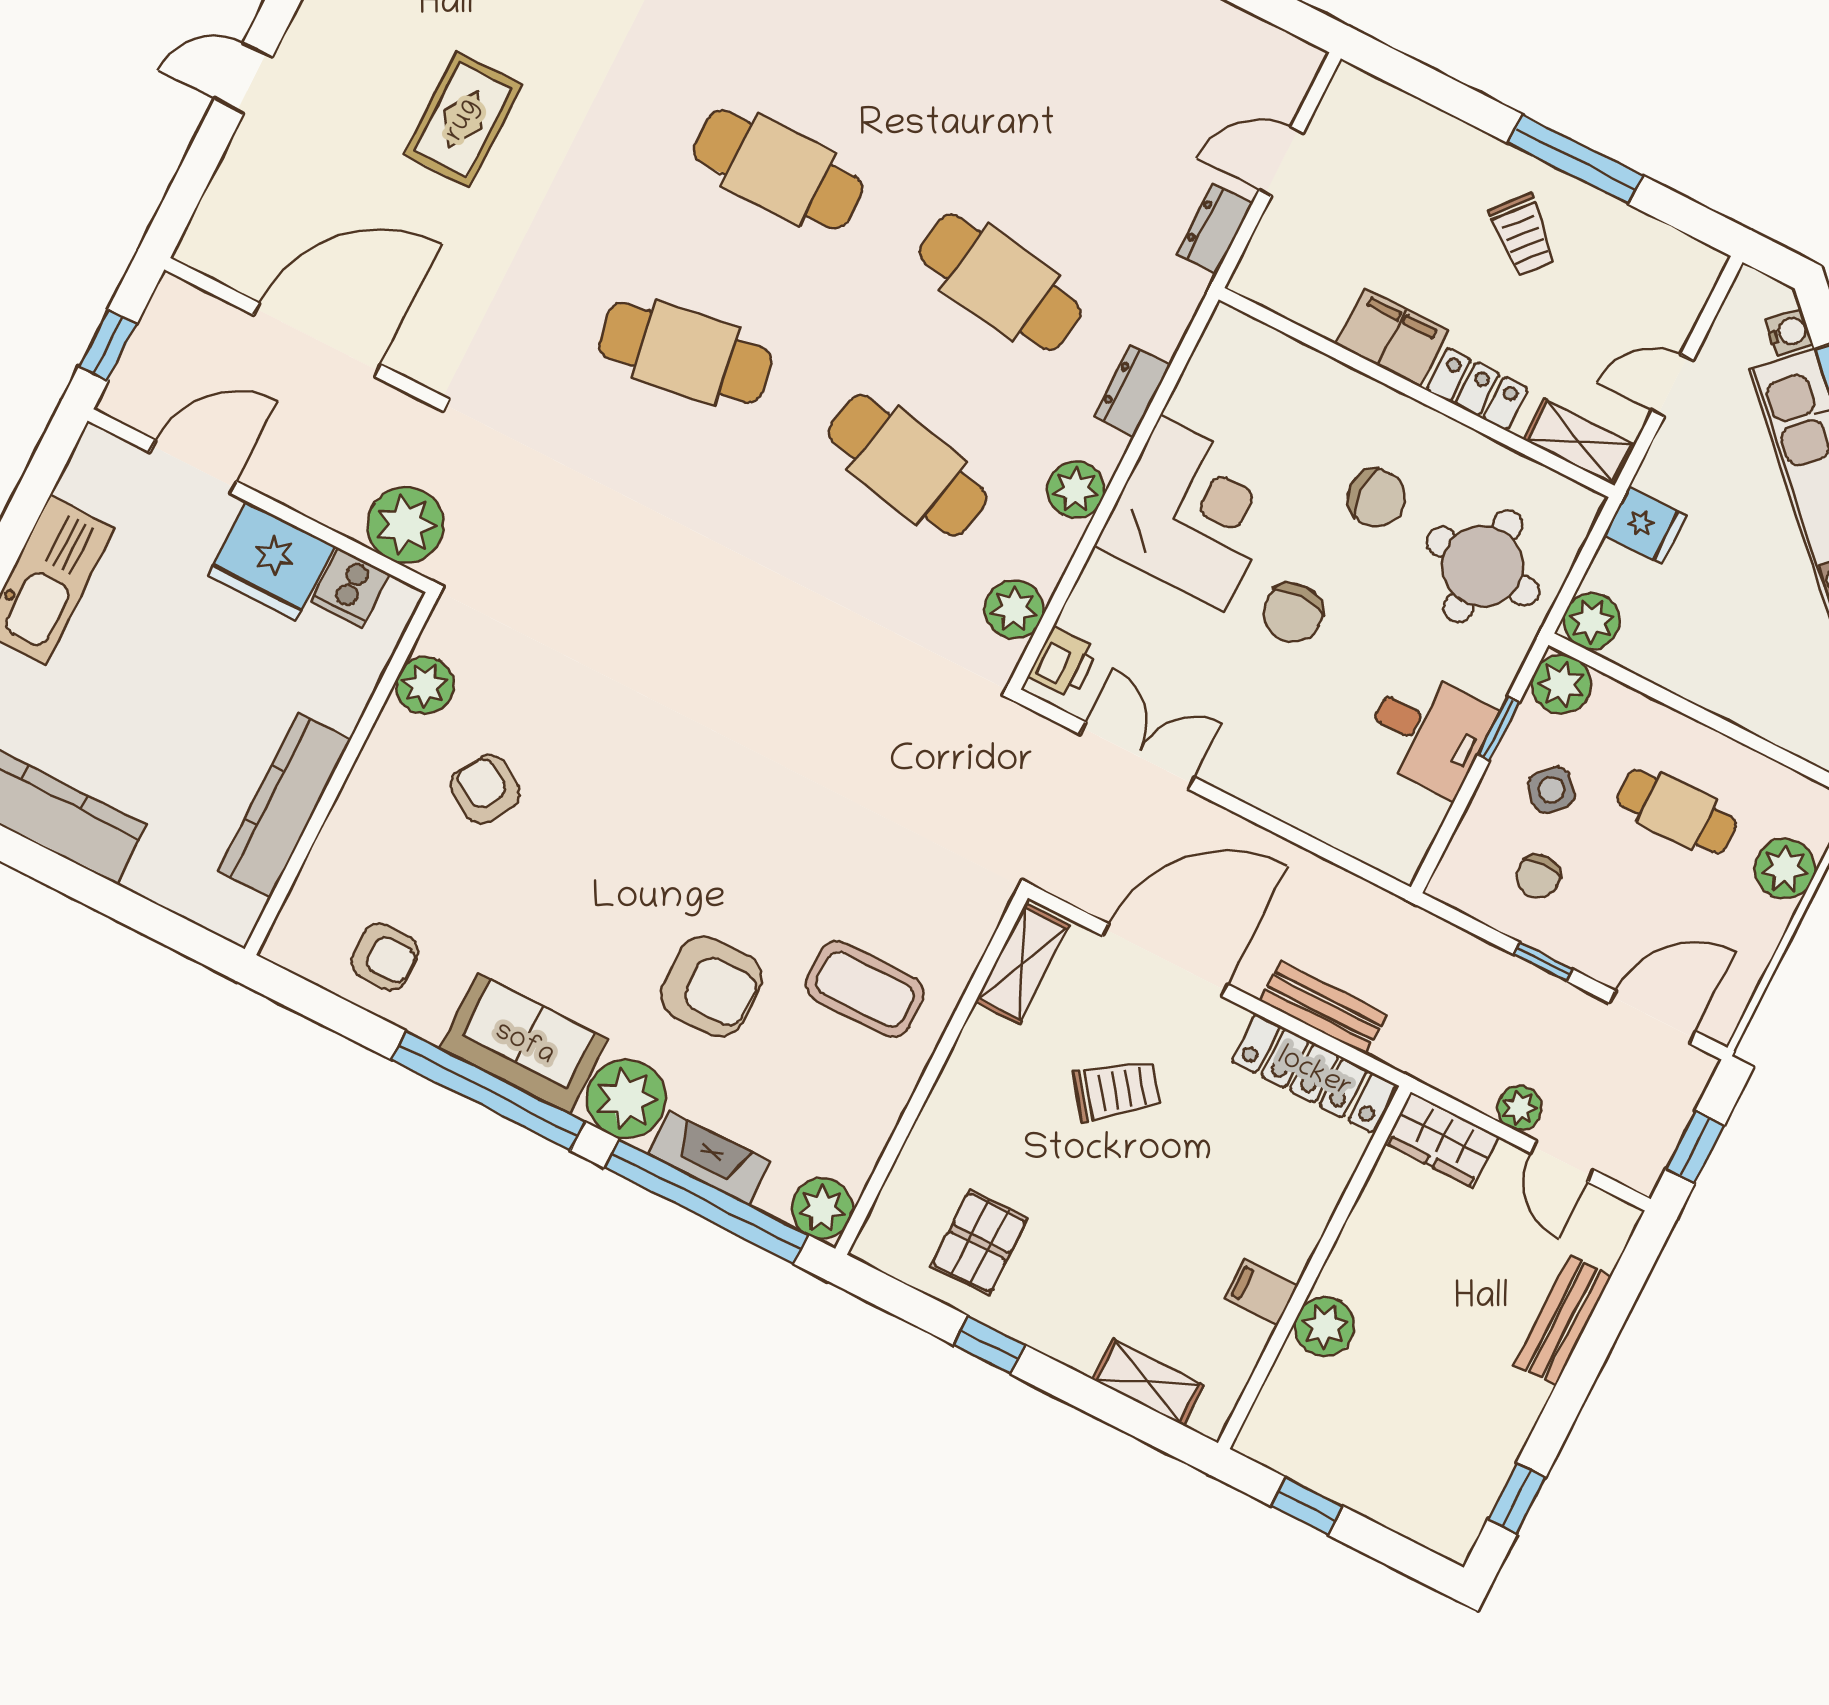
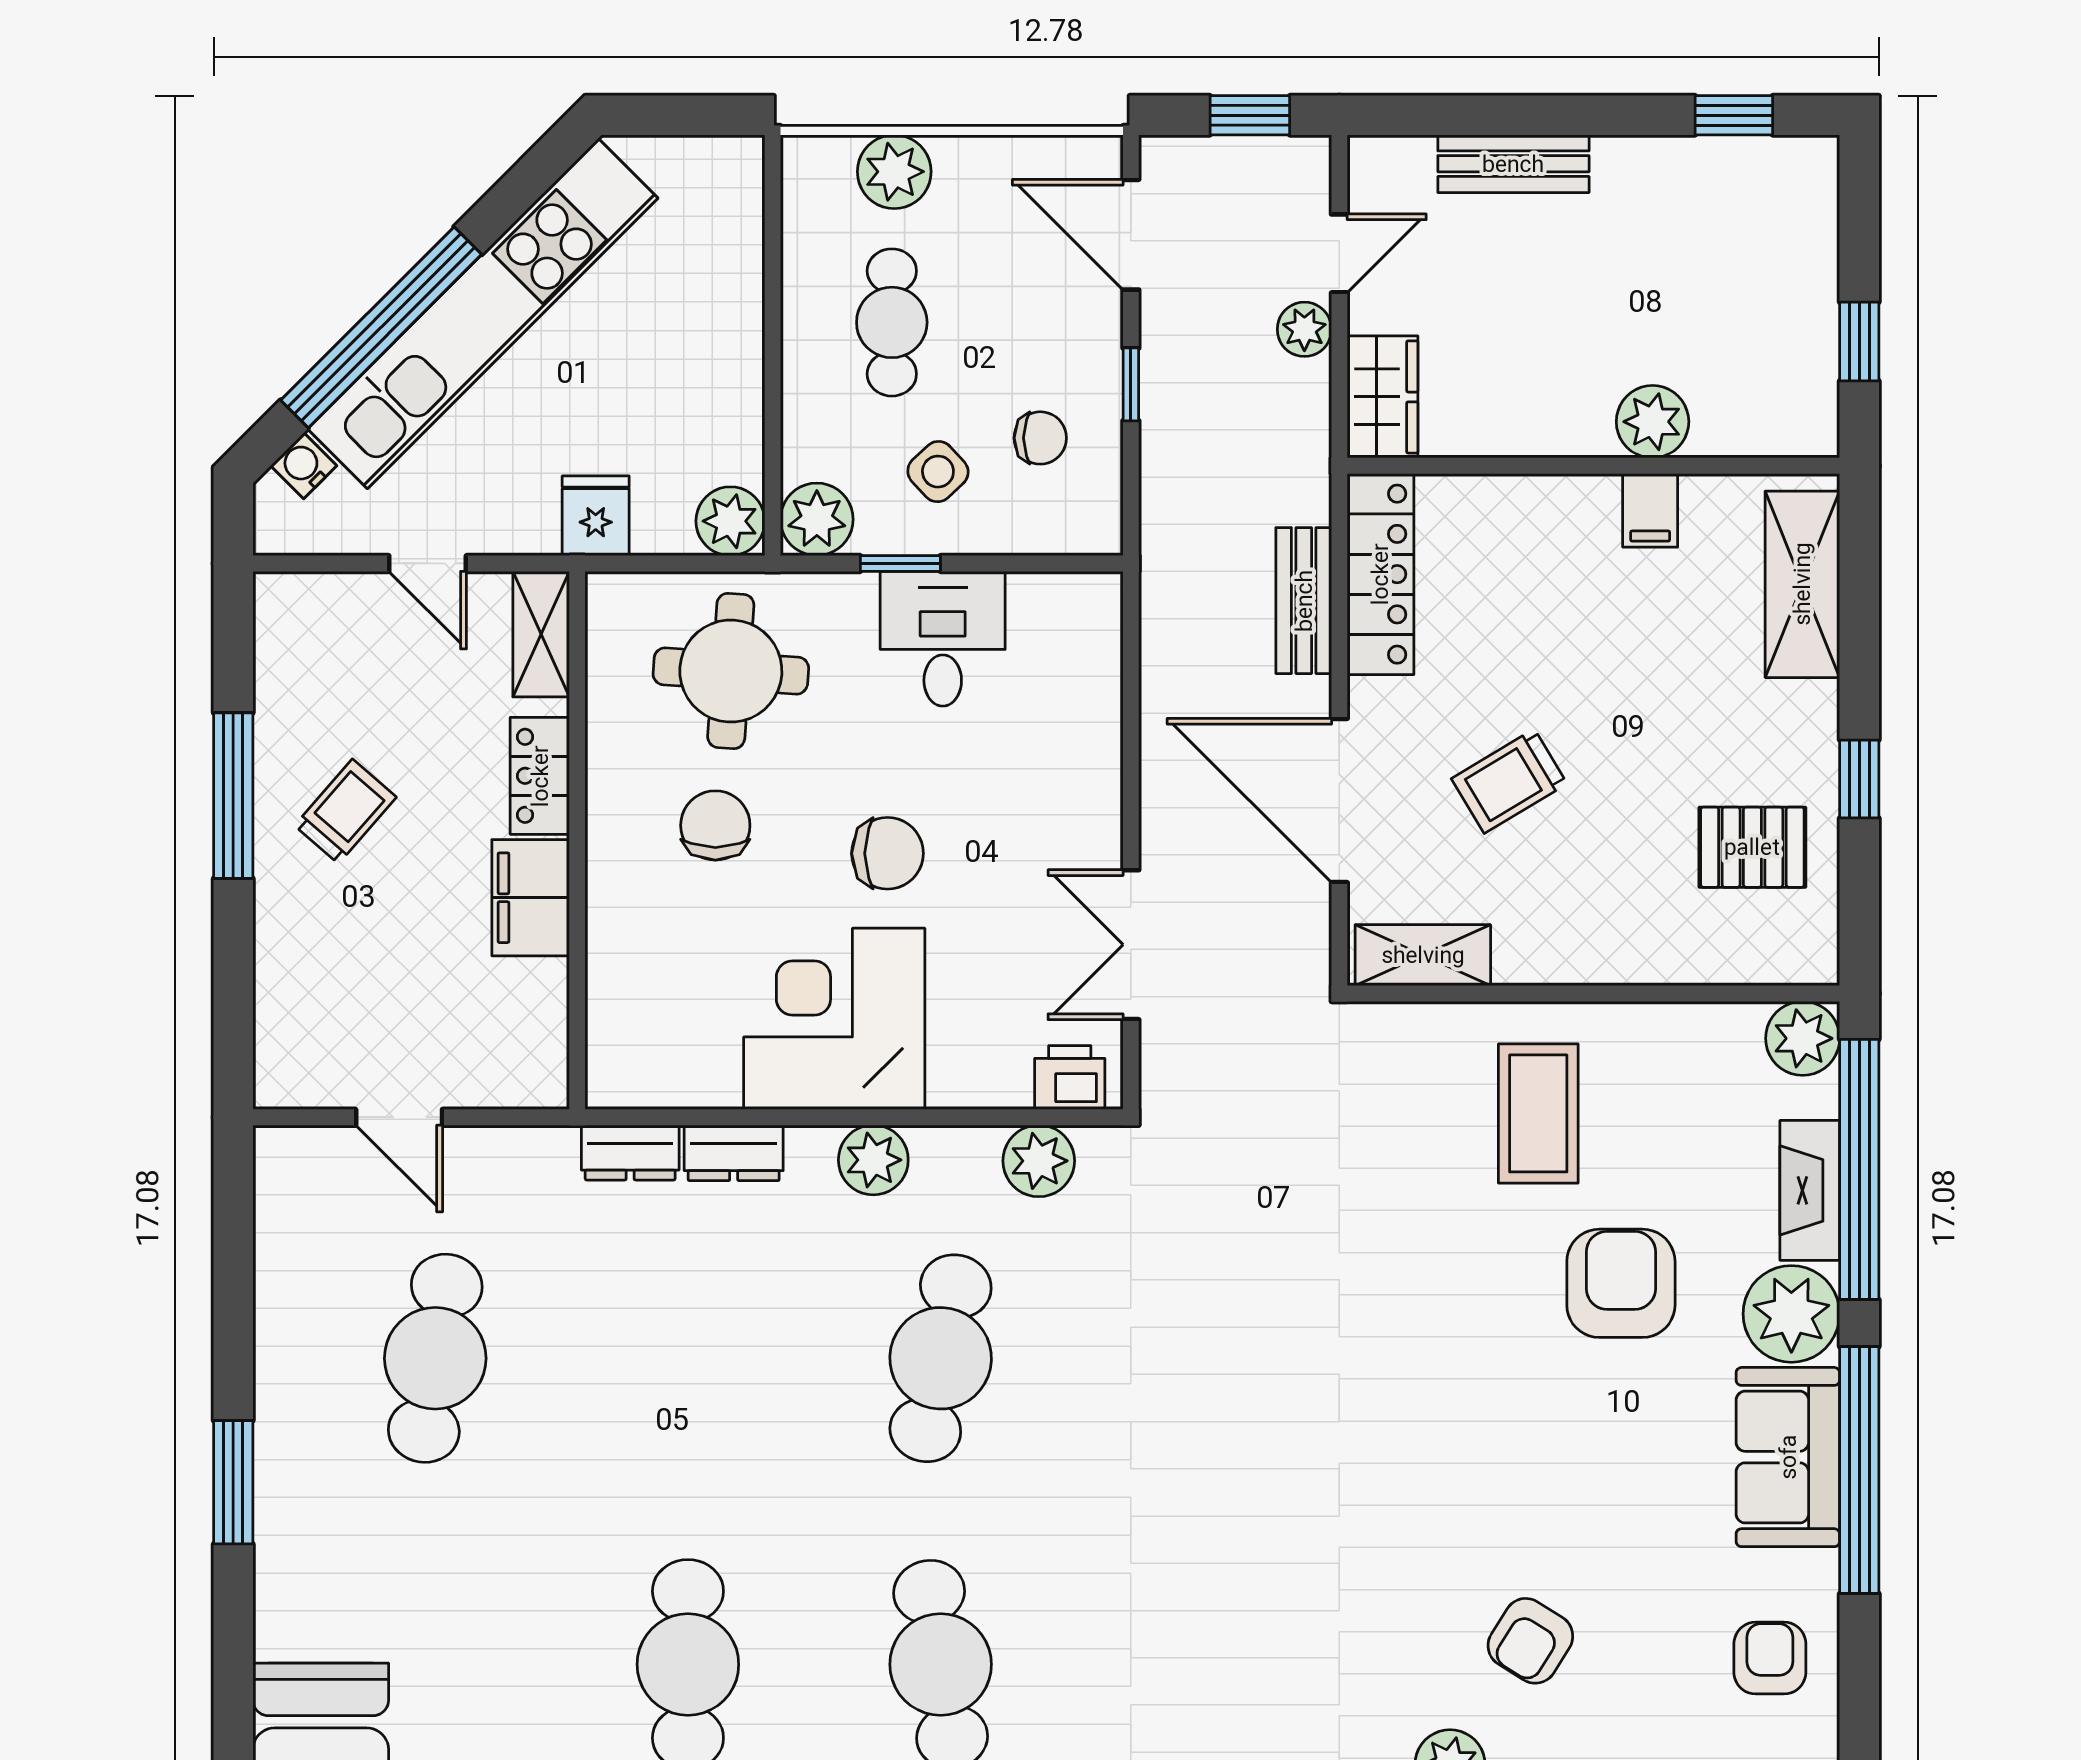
dresser: (1215, 229) -> (630, 1153), moved
cafe table: (1000, 282) -> (435, 1358), moved
trolley: (1117, 1090) -> (1509, 781), turned -84
shelving: (1148, 1382) -> (1802, 584), width x1.50, depth x1.33

